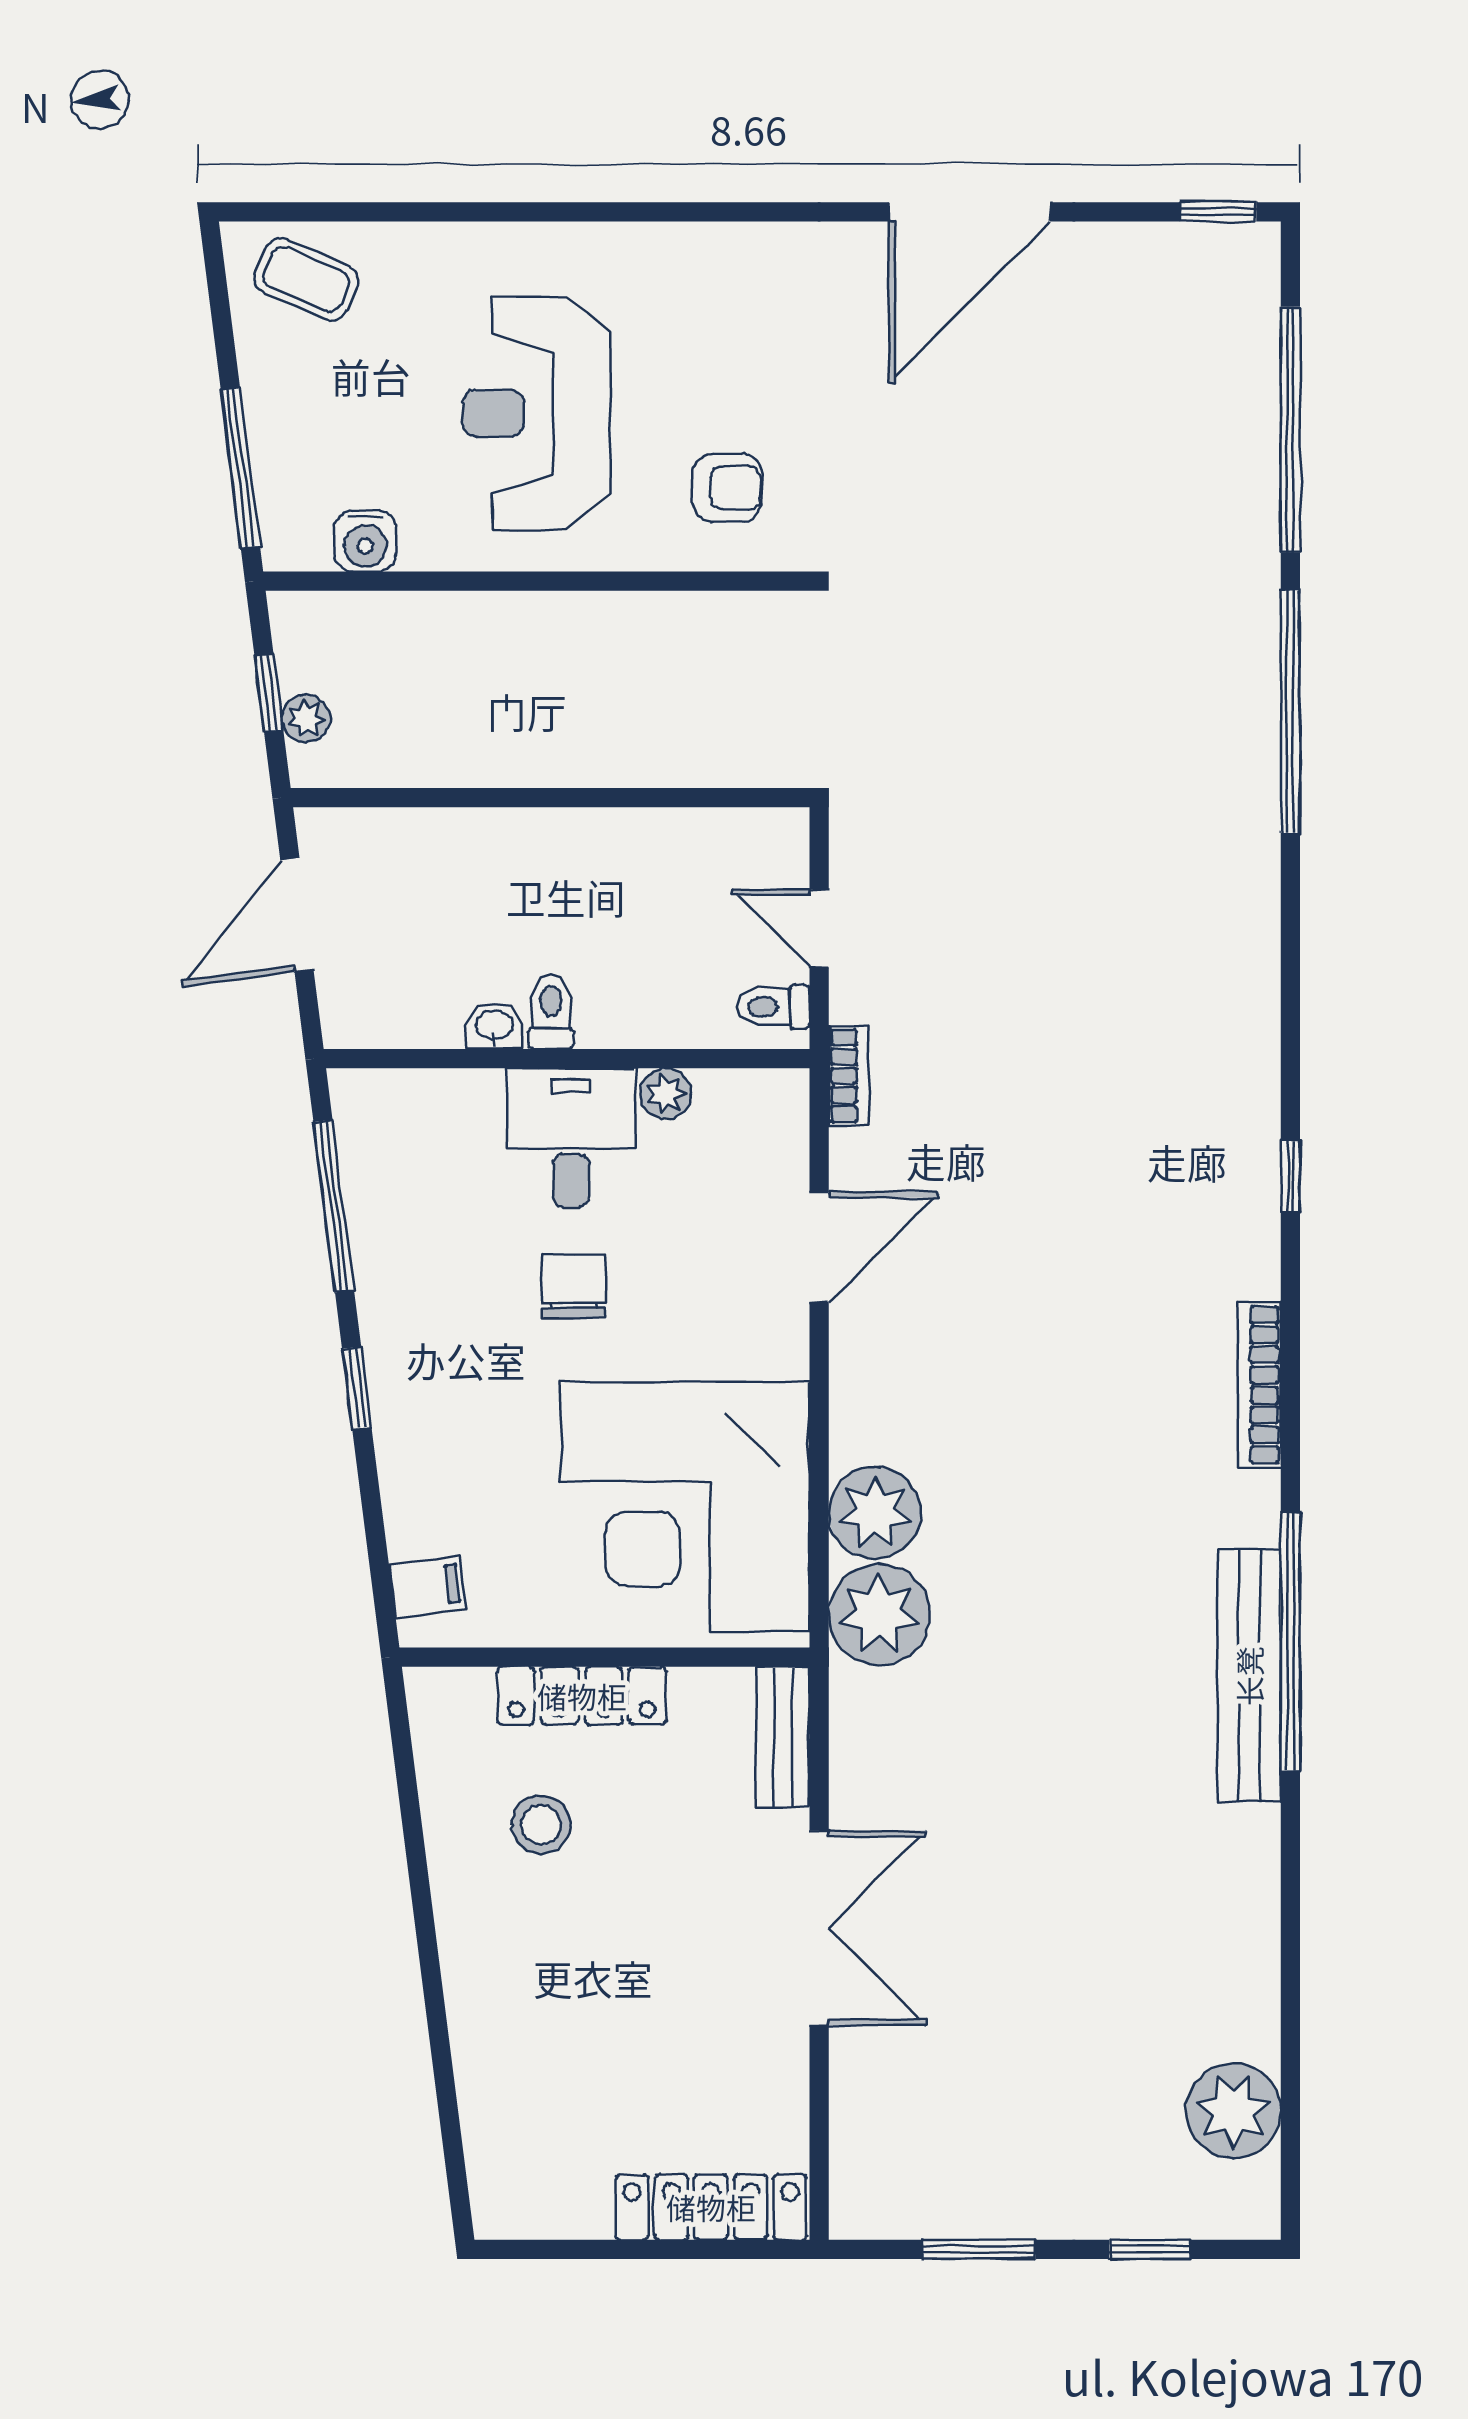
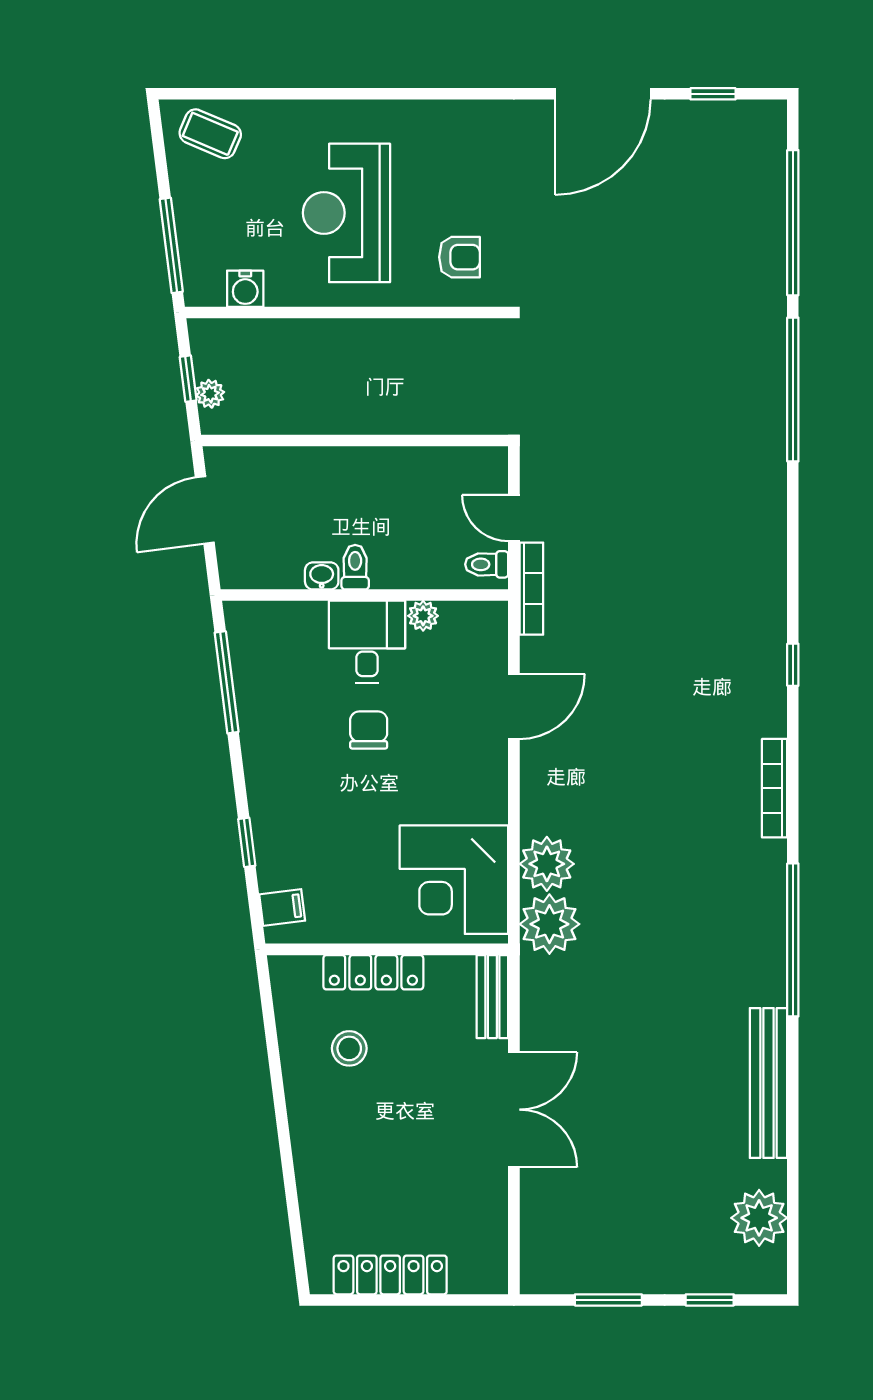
window: (1218, 212) -> (713, 94), moved
bookcase: (849, 1076) -> (531, 589), width x1.56
window: (357, 1388) -> (247, 842), moved
corner desk: (685, 1507) -> (454, 880), width x0.74, depth x0.74
bench: (1249, 1676) -> (769, 1083), moved
locker: (711, 2207) -> (390, 1275), moved

